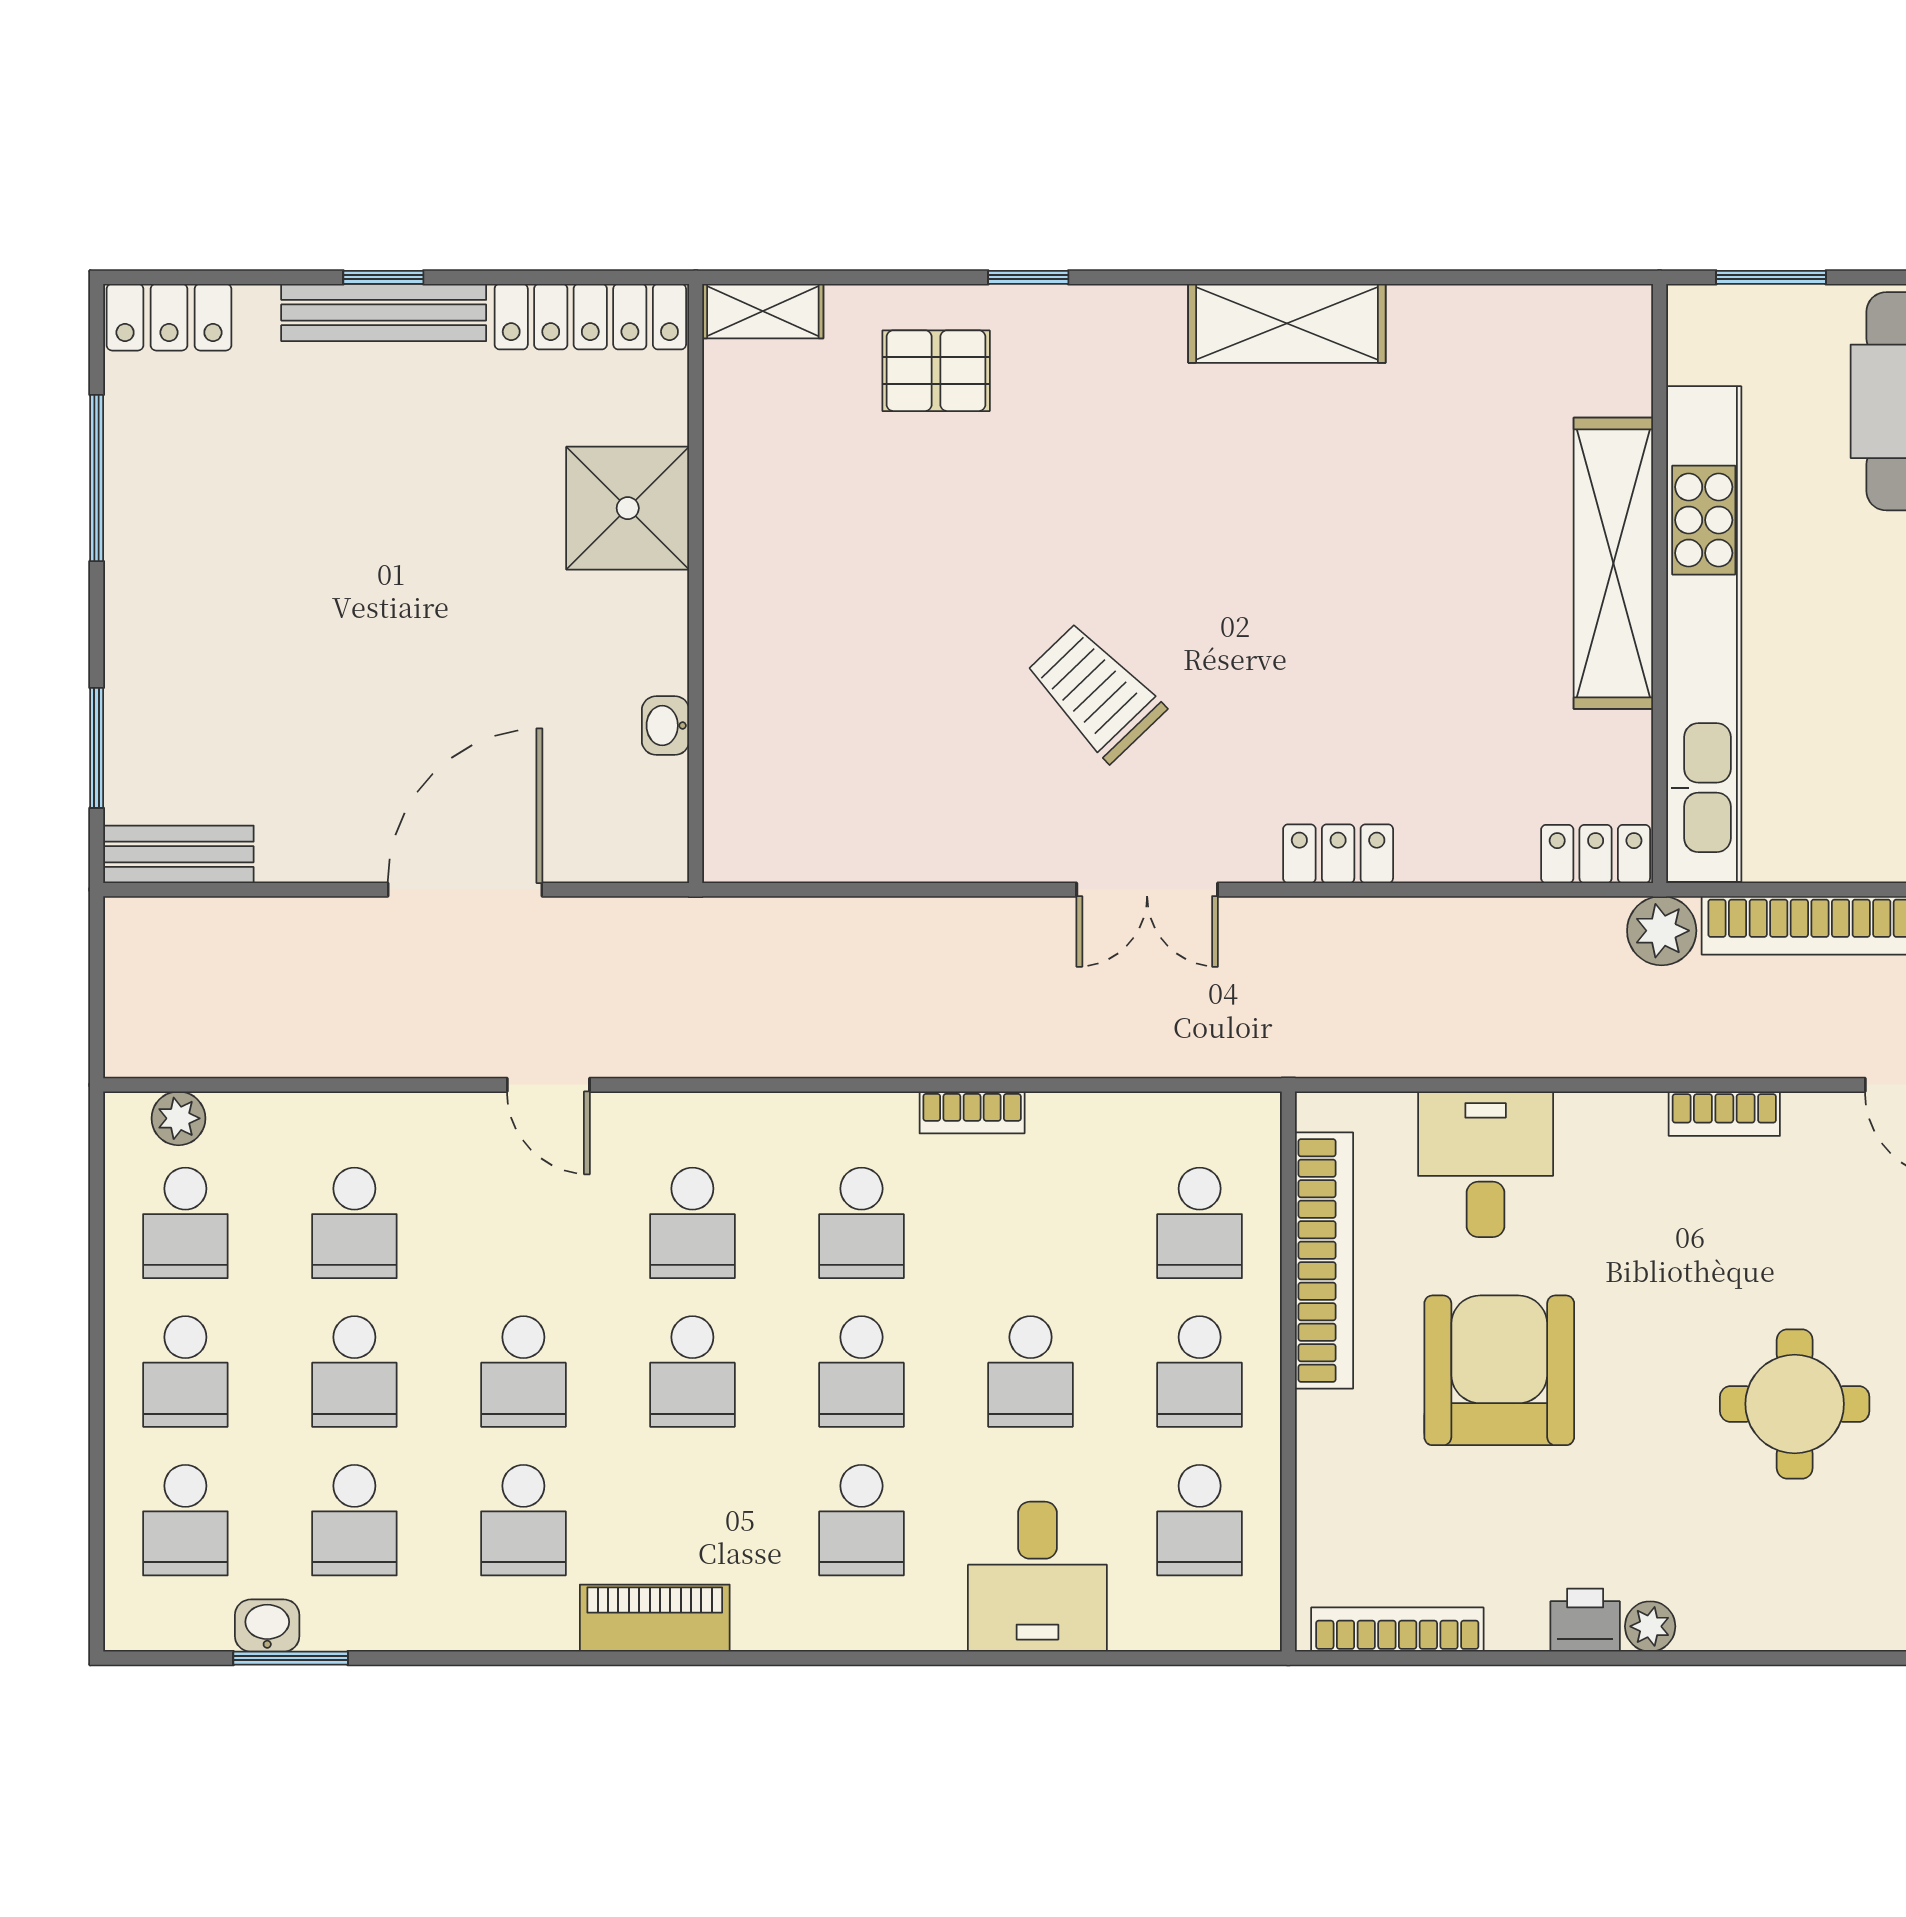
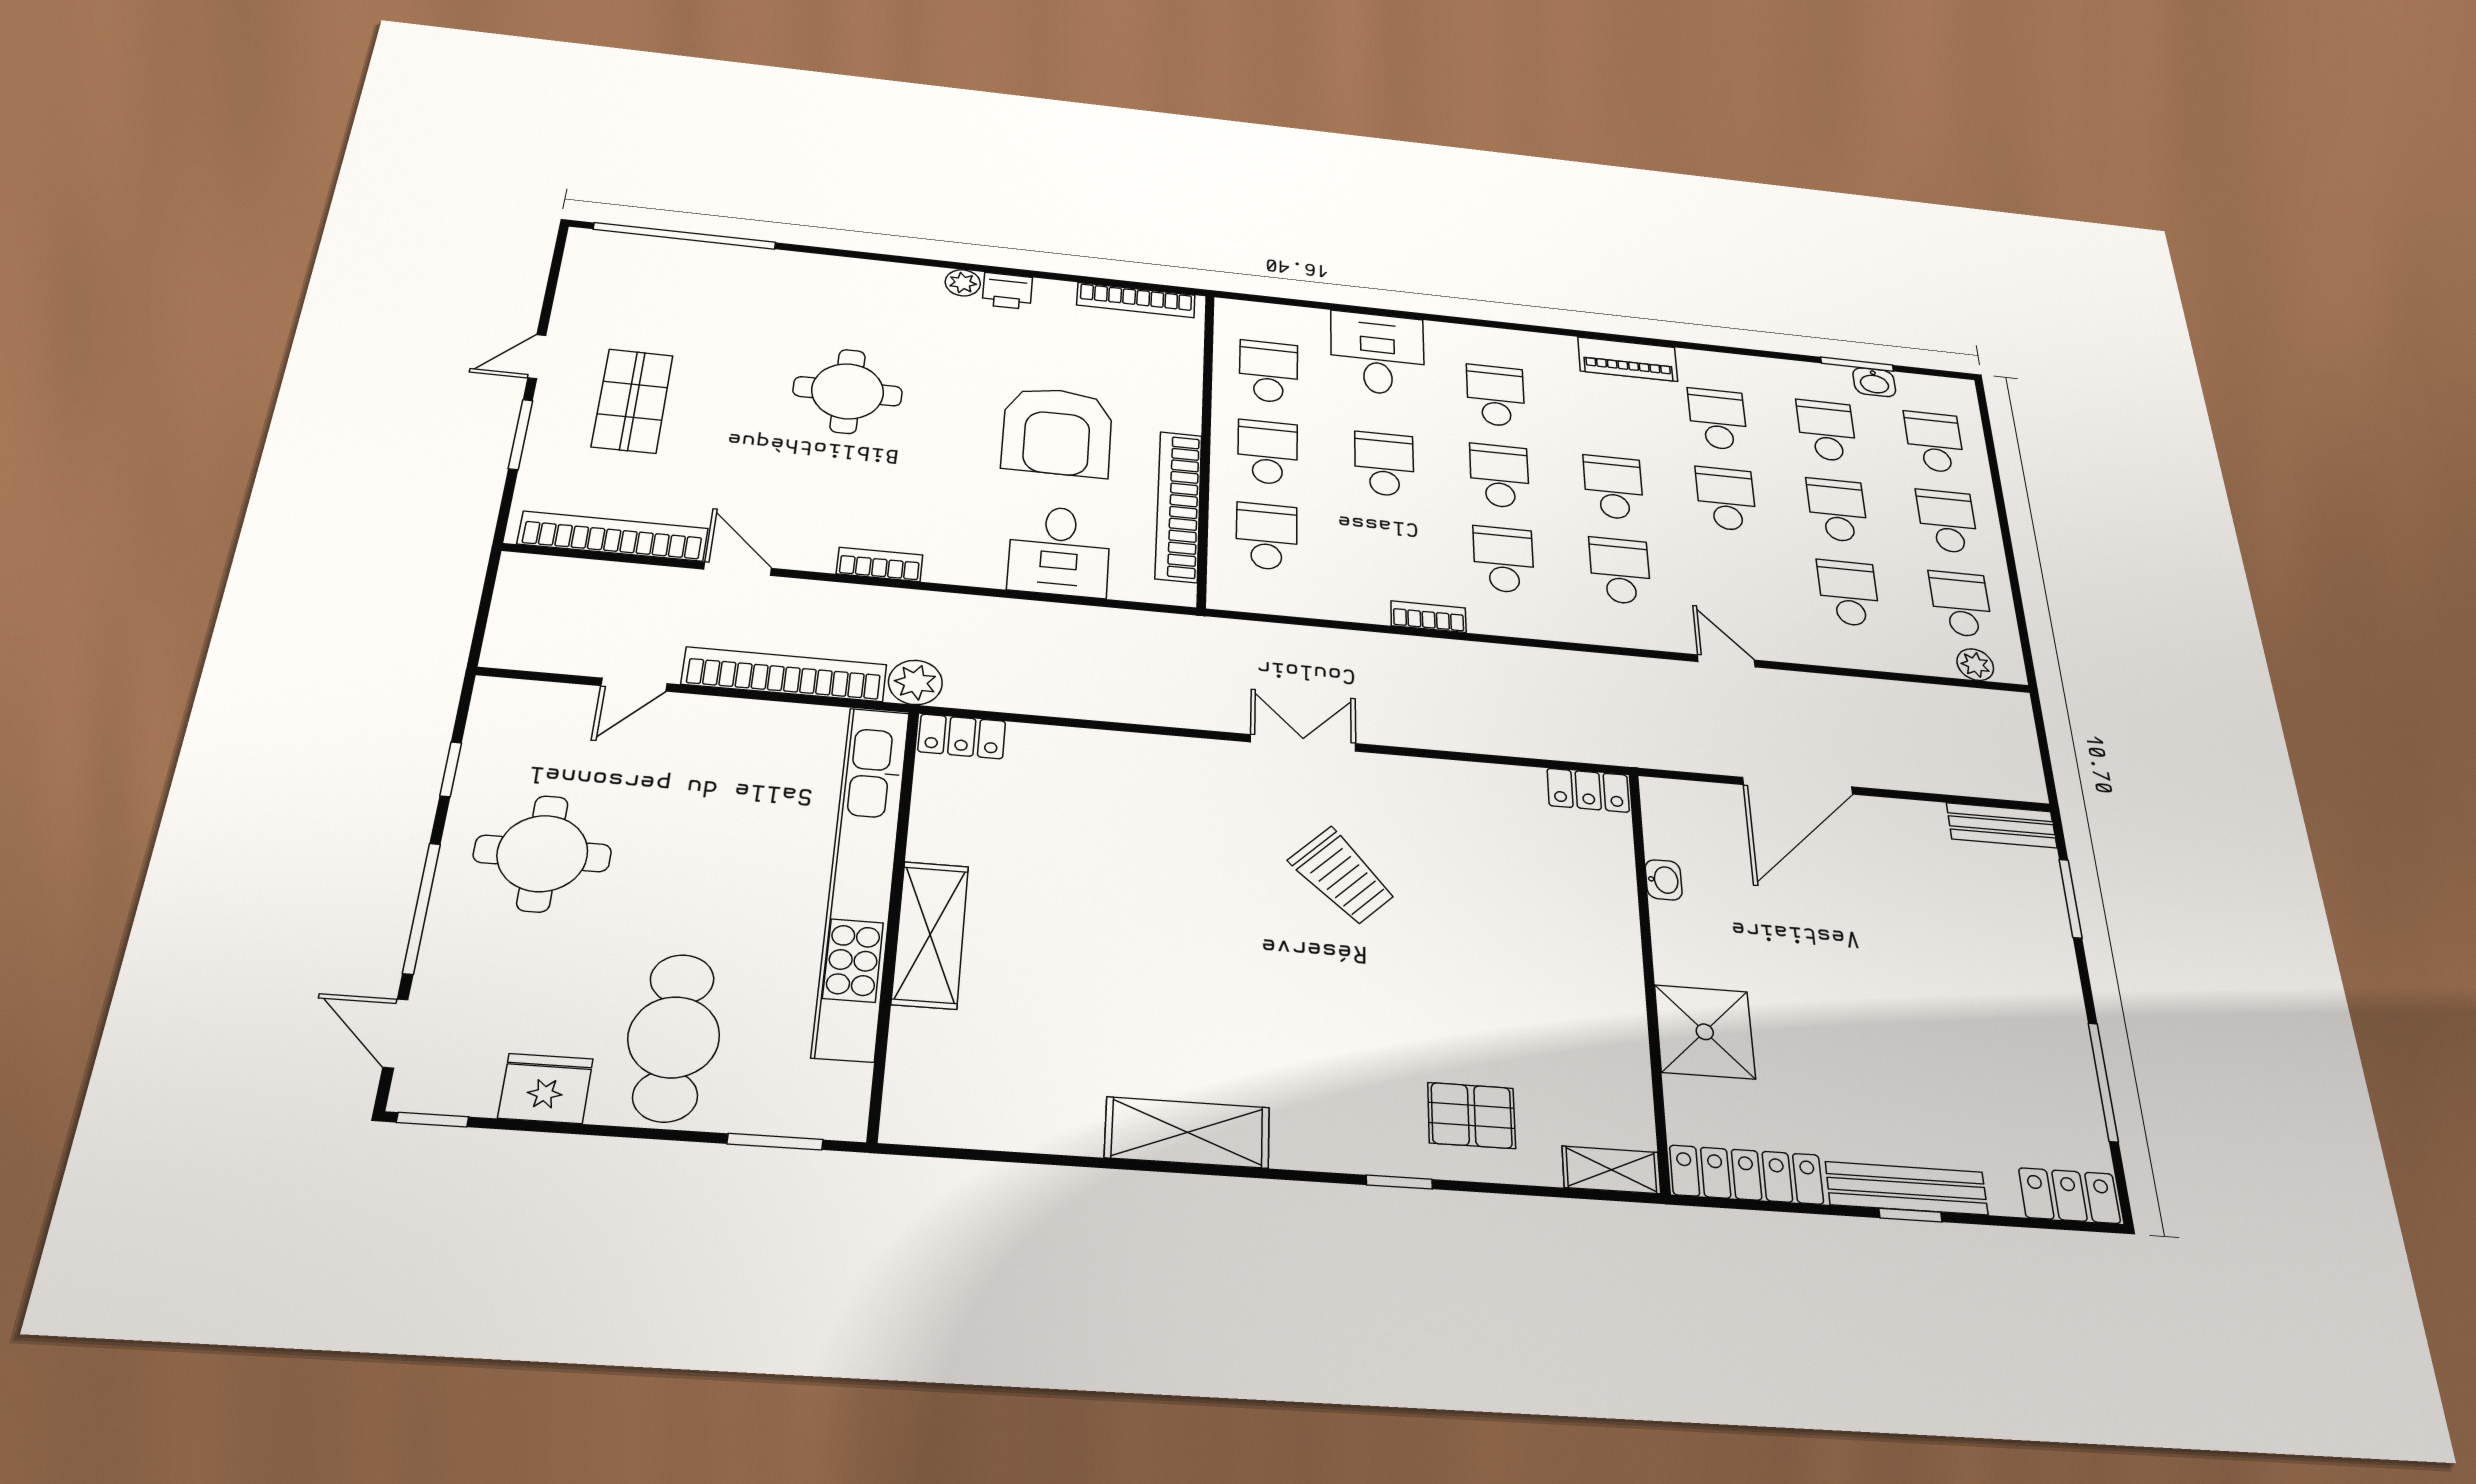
shelving: (1613, 563) -> (930, 935), width x0.68
locker: (1338, 854) -> (1588, 790), moved

